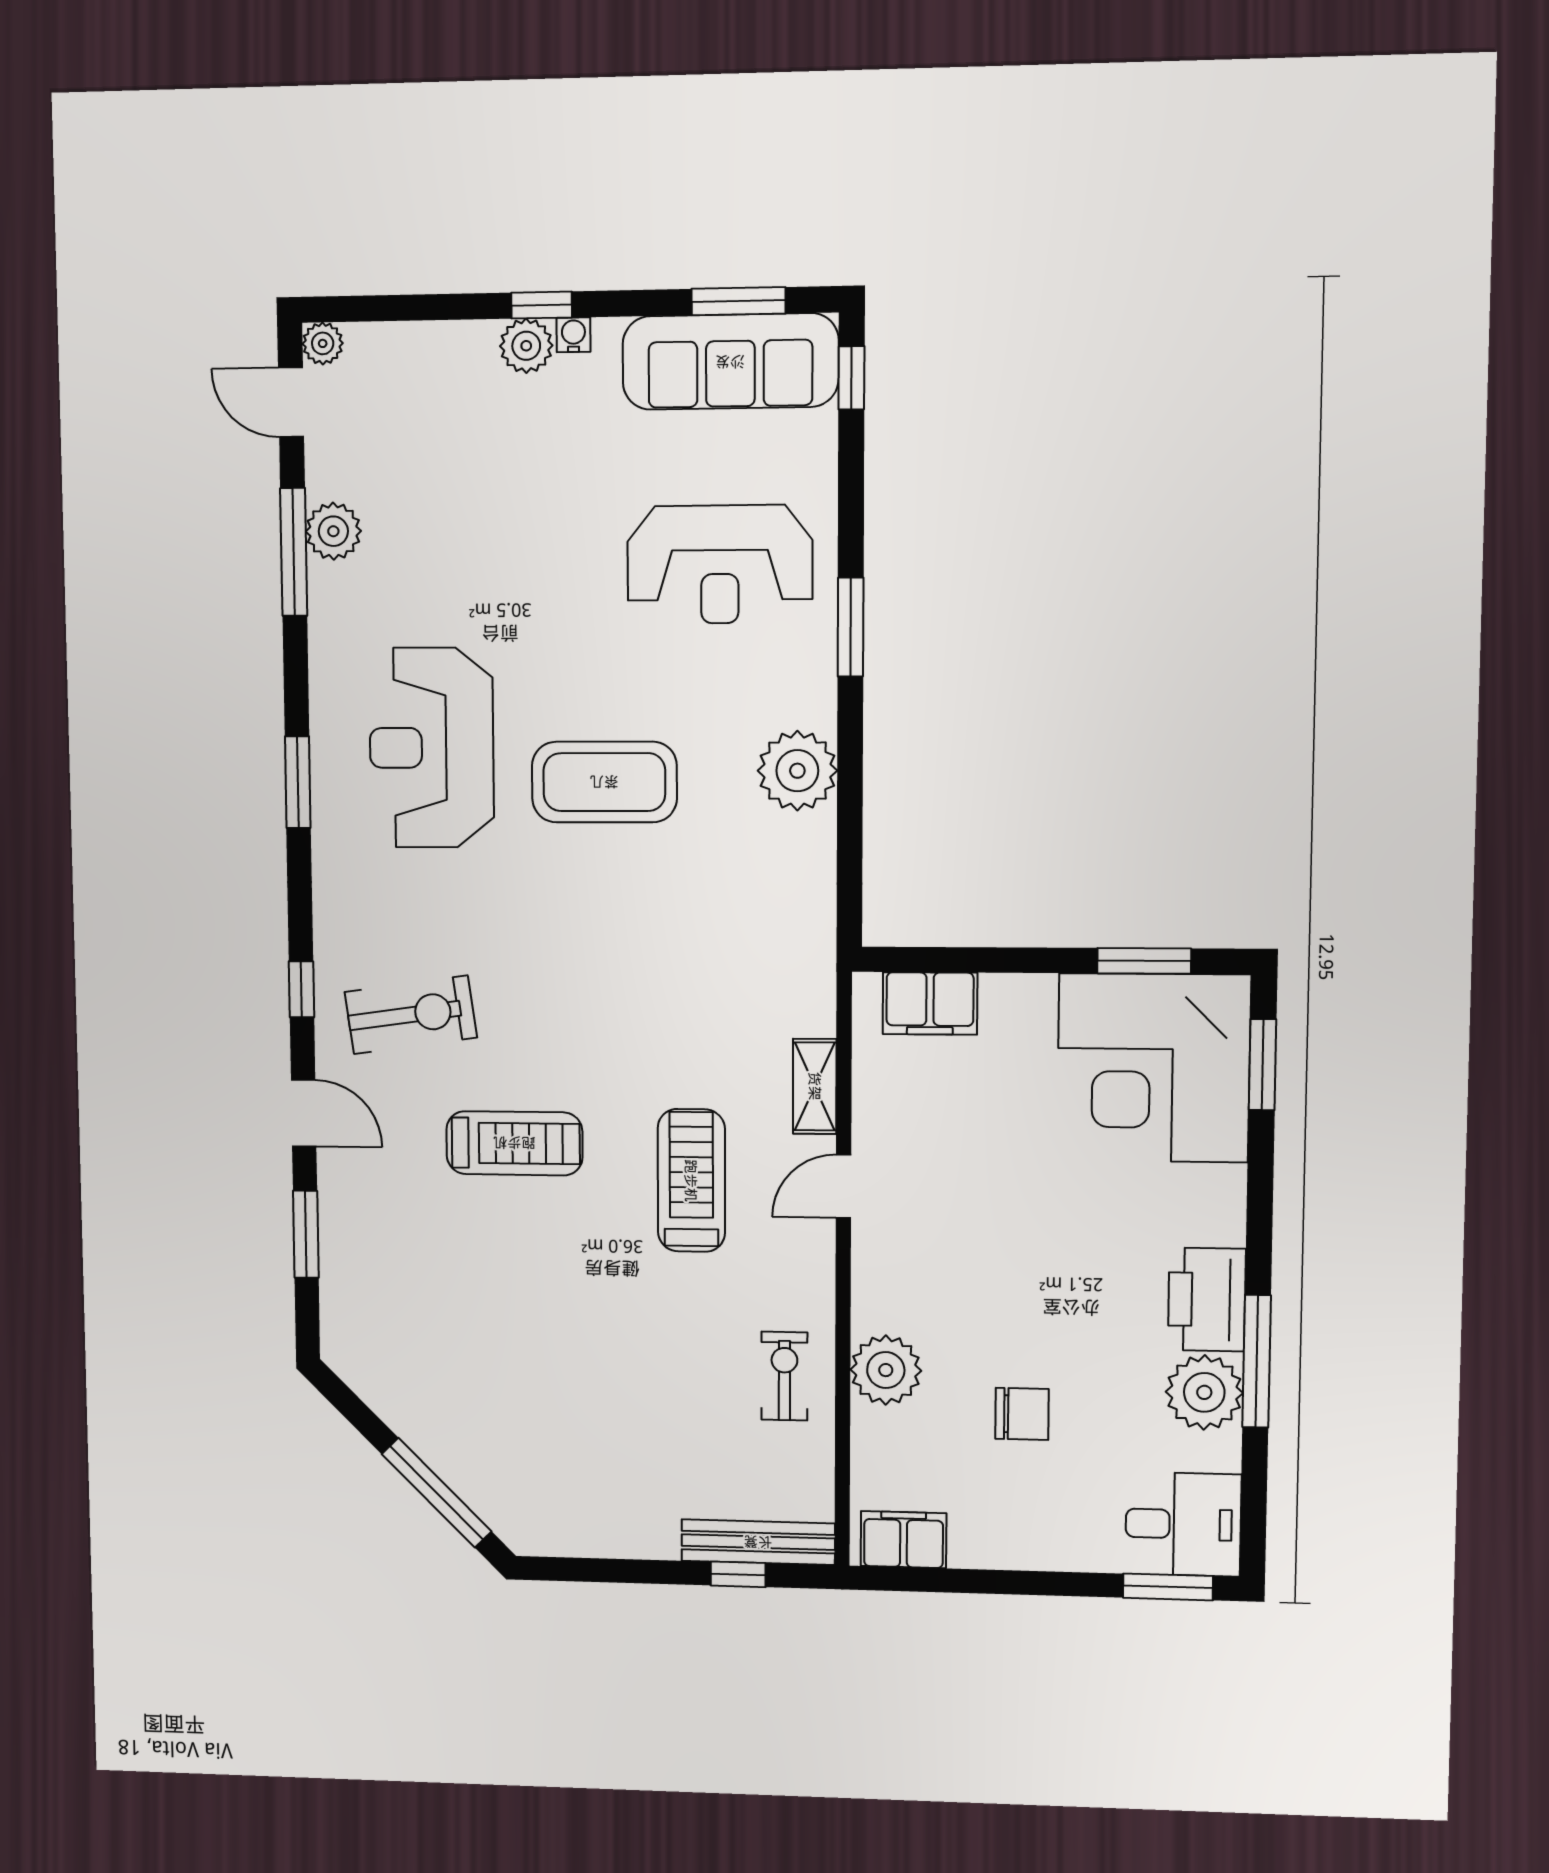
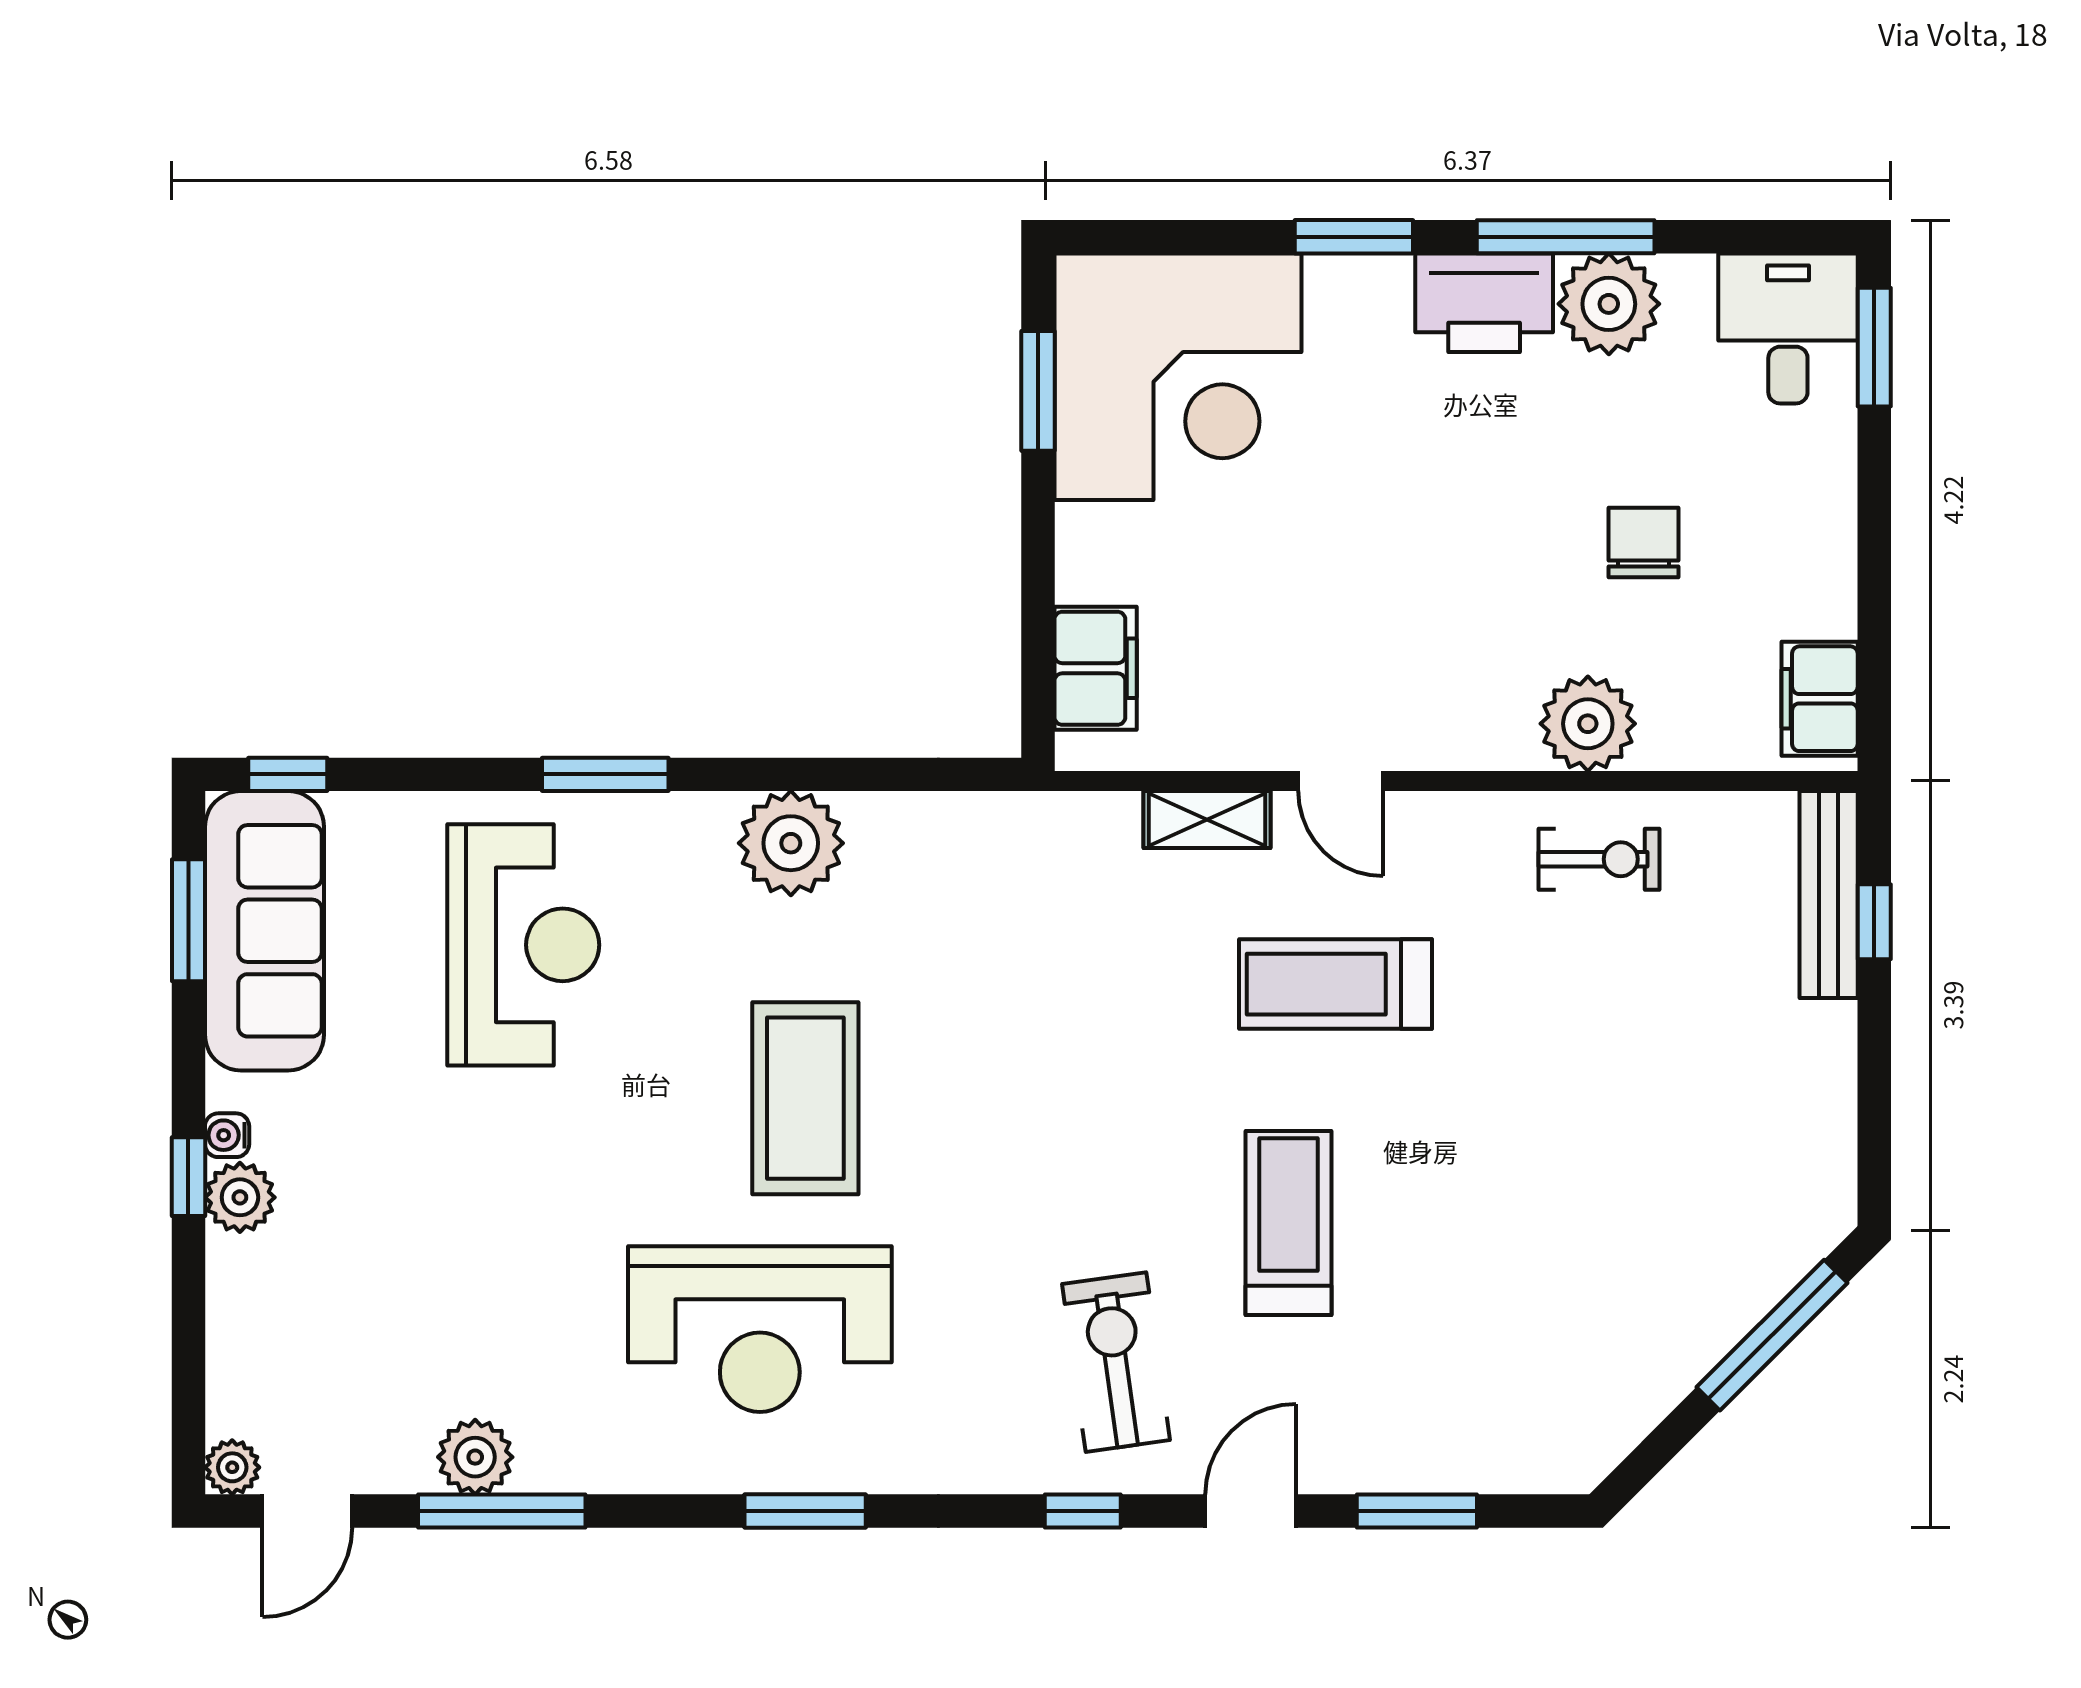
window: (1263, 1065) -> (1354, 237), moved
exercise bike: (784, 1376) -> (1599, 859), turned 180

